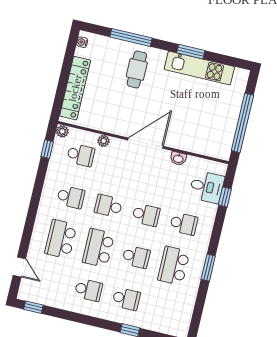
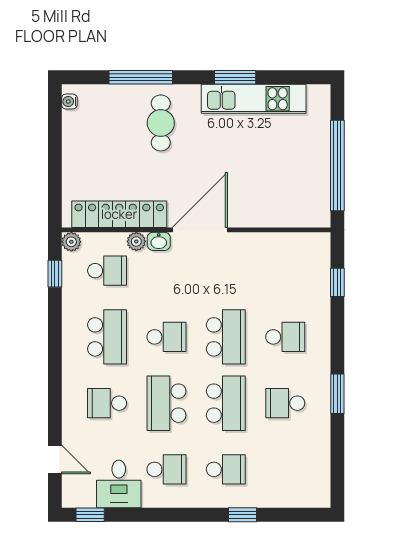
locker: (75, 88) -> (119, 214), moved, turned -90
washbasin: (178, 159) -> (159, 241), moved
desk: (207, 187) -> (119, 484), moved, turned 90
school desk: (71, 197) -> (107, 337), width x1.85
school desk: (108, 206) -> (166, 337), turned 180
school desk: (146, 215) -> (226, 337), width x1.85
school desk: (61, 239) -> (107, 403), width x0.54
school desk: (136, 257) -> (226, 403), width x1.85
school desk: (174, 266) -> (285, 403), width x0.54

